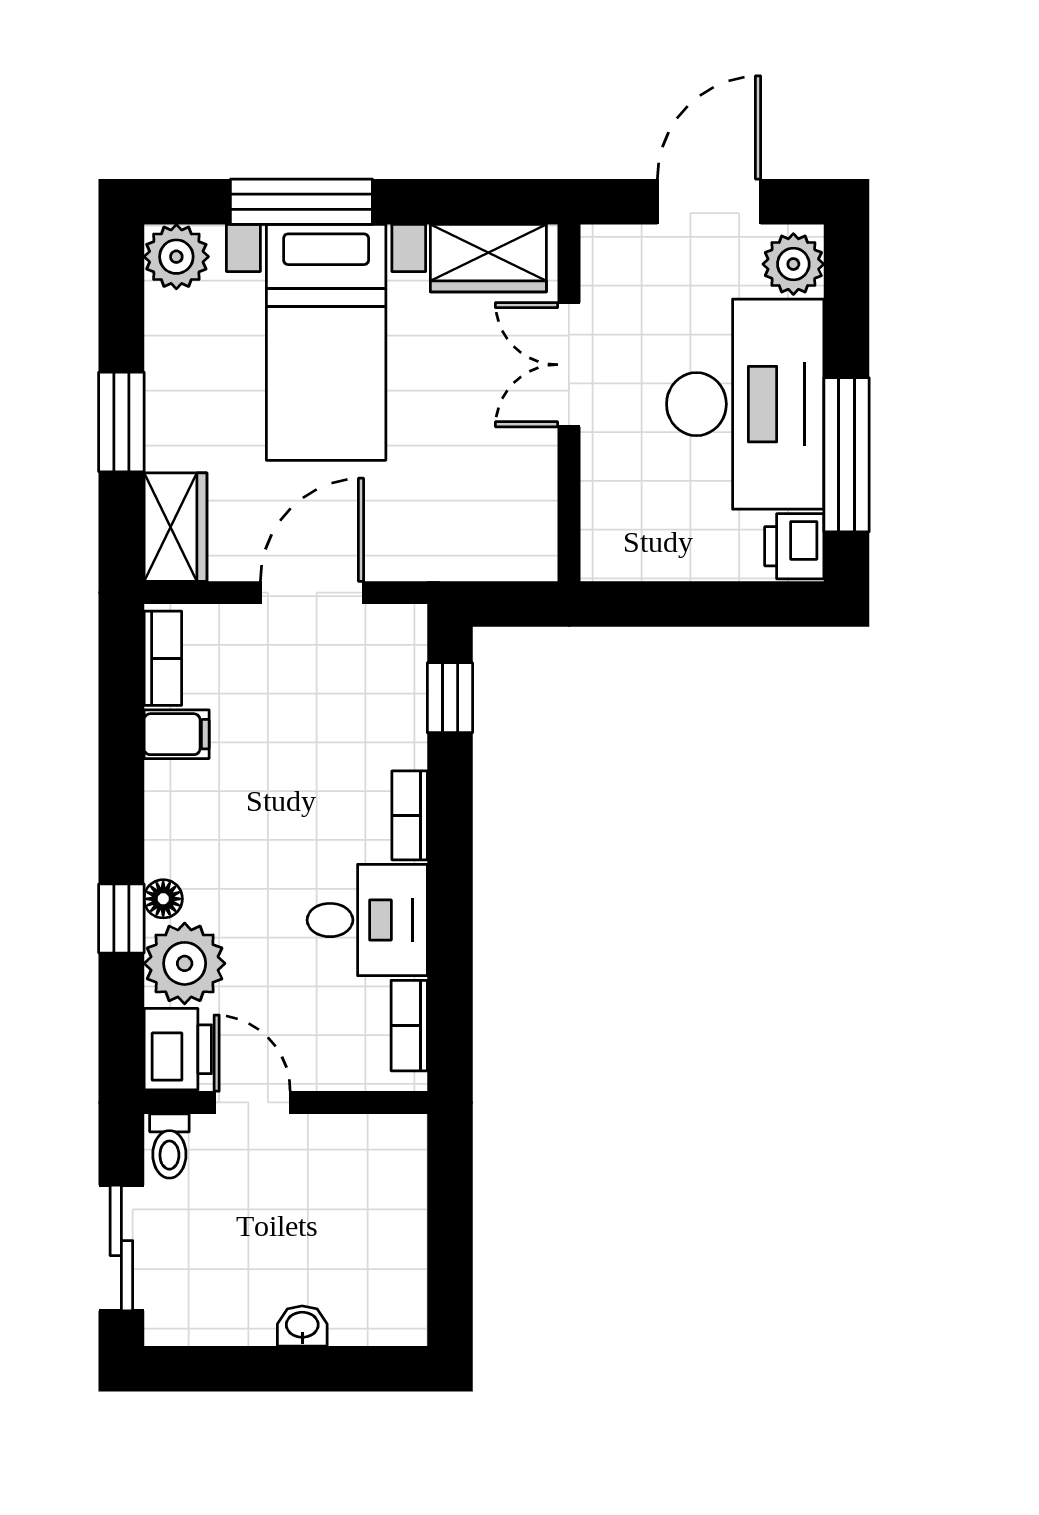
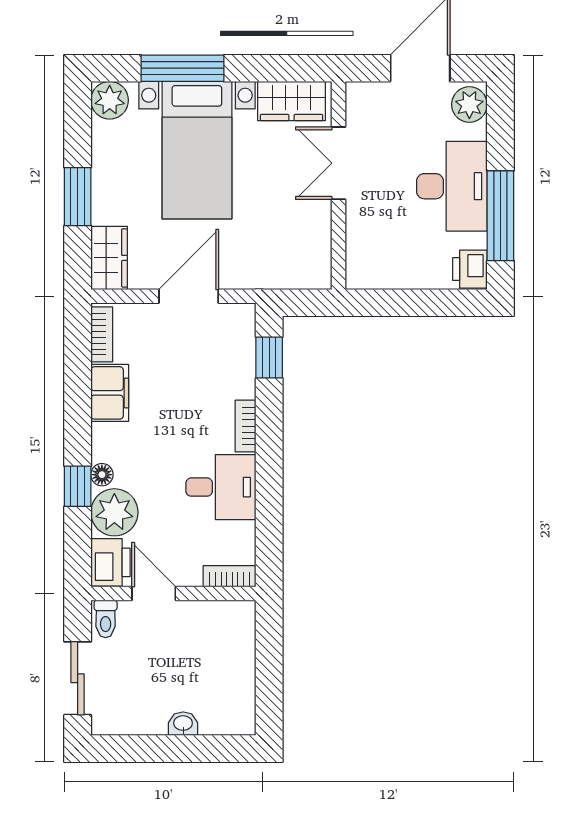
desk: (745, 404) -> (452, 186), width x0.73, depth x0.77
filing cabinet: (177, 734) -> (110, 393), width x2.00
bookcase: (409, 1026) -> (230, 576), moved, turned 90

